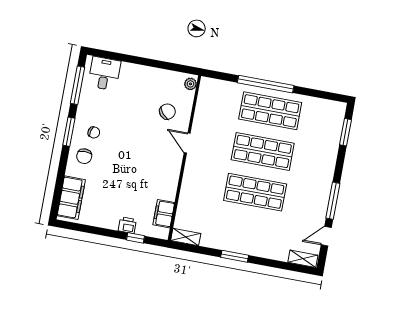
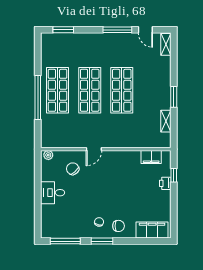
desk: (104, 74) -> (53, 193), moved
shelving: (186, 237) -> (166, 121), moved

